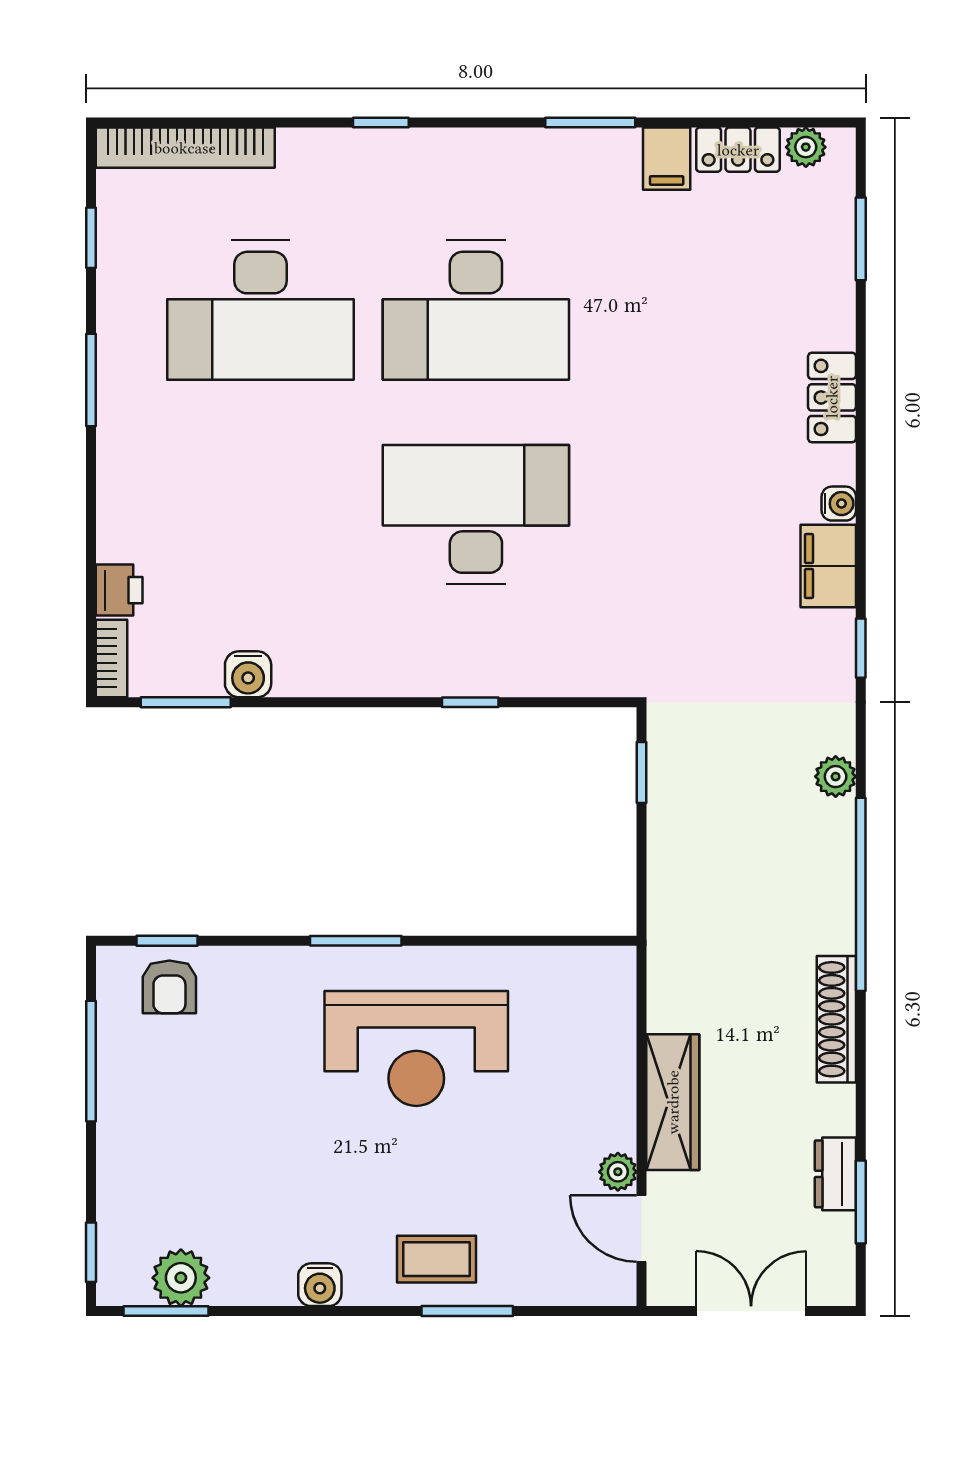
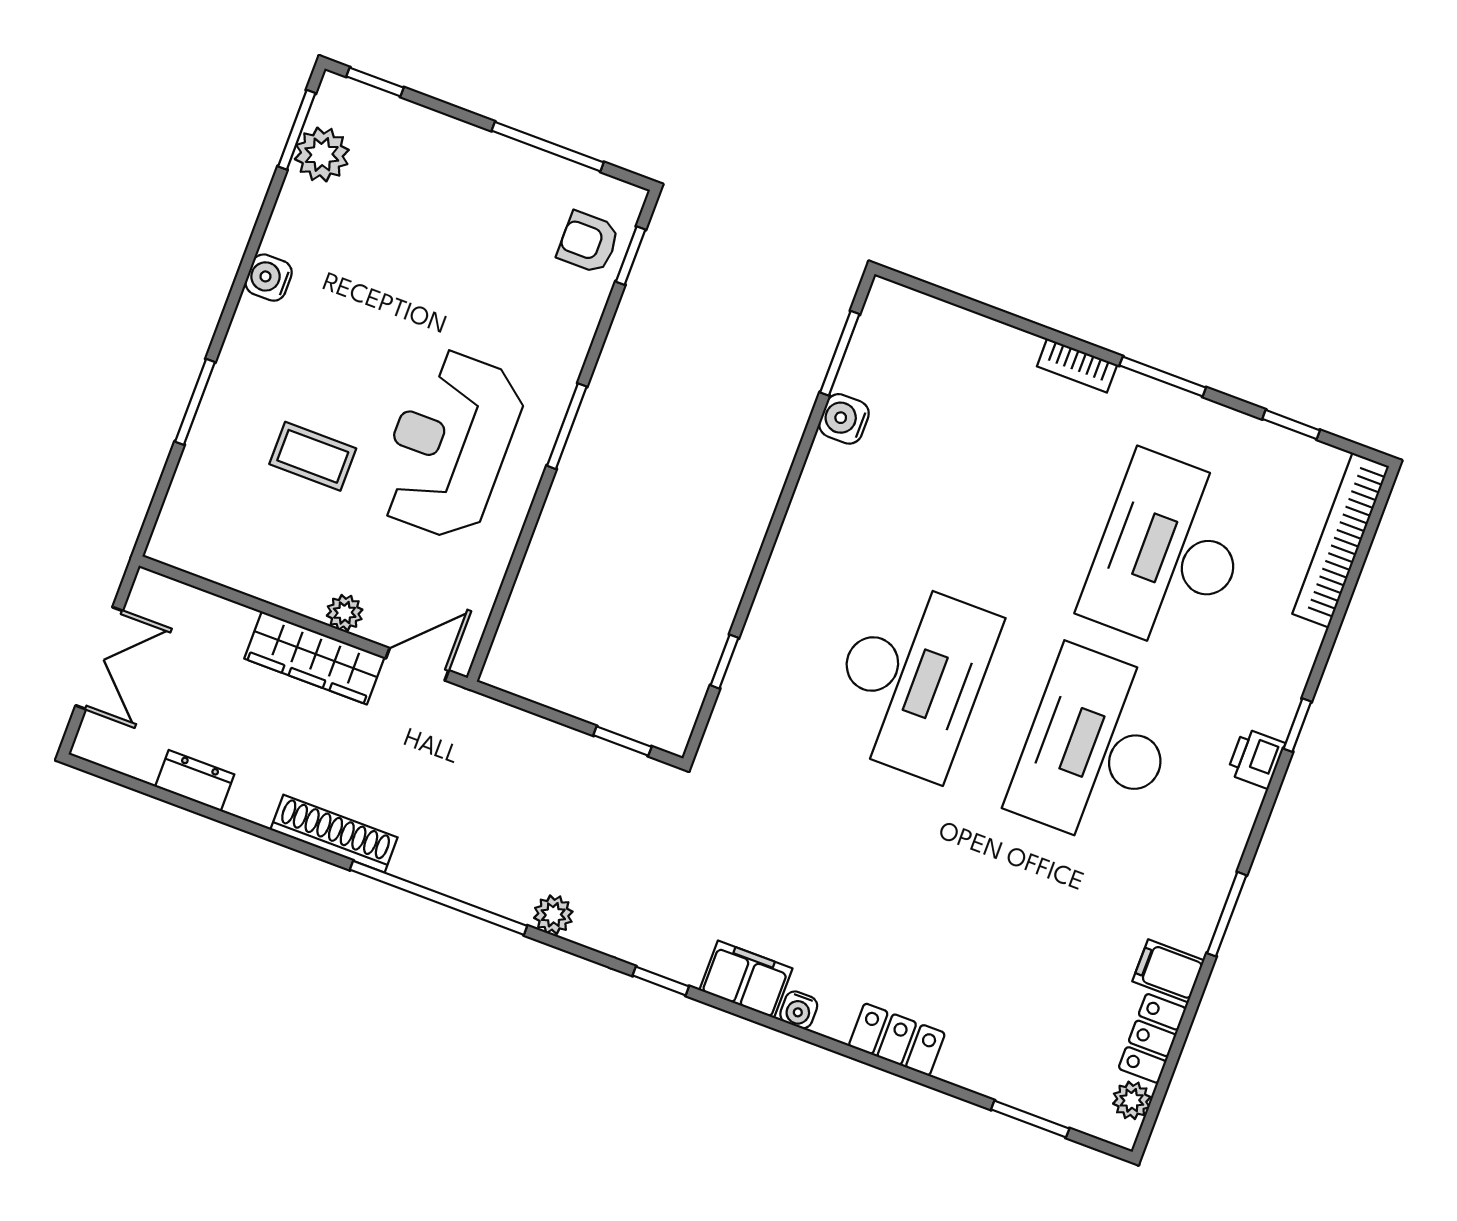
printer: (119, 590) -> (1256, 758), moved, turned 90
bookcase: (111, 658) -> (1077, 365), moved
window: (470, 702) -> (725, 662), moved
plant: (618, 1172) -> (345, 613), moved
window: (861, 1202) -> (161, 794), removed
door: (642, 1229) -> (417, 664), moved
coffee table: (436, 1259) -> (313, 456), moved, turned 90

